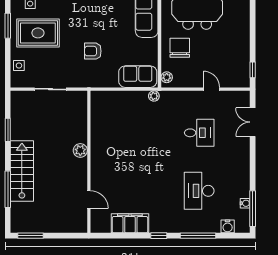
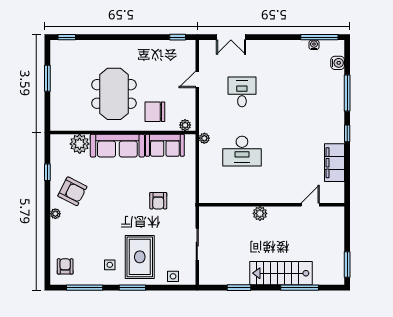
sofa: (138, 77) -> (165, 145), moved, turned -90
desk: (199, 191) -> (242, 151), moved

